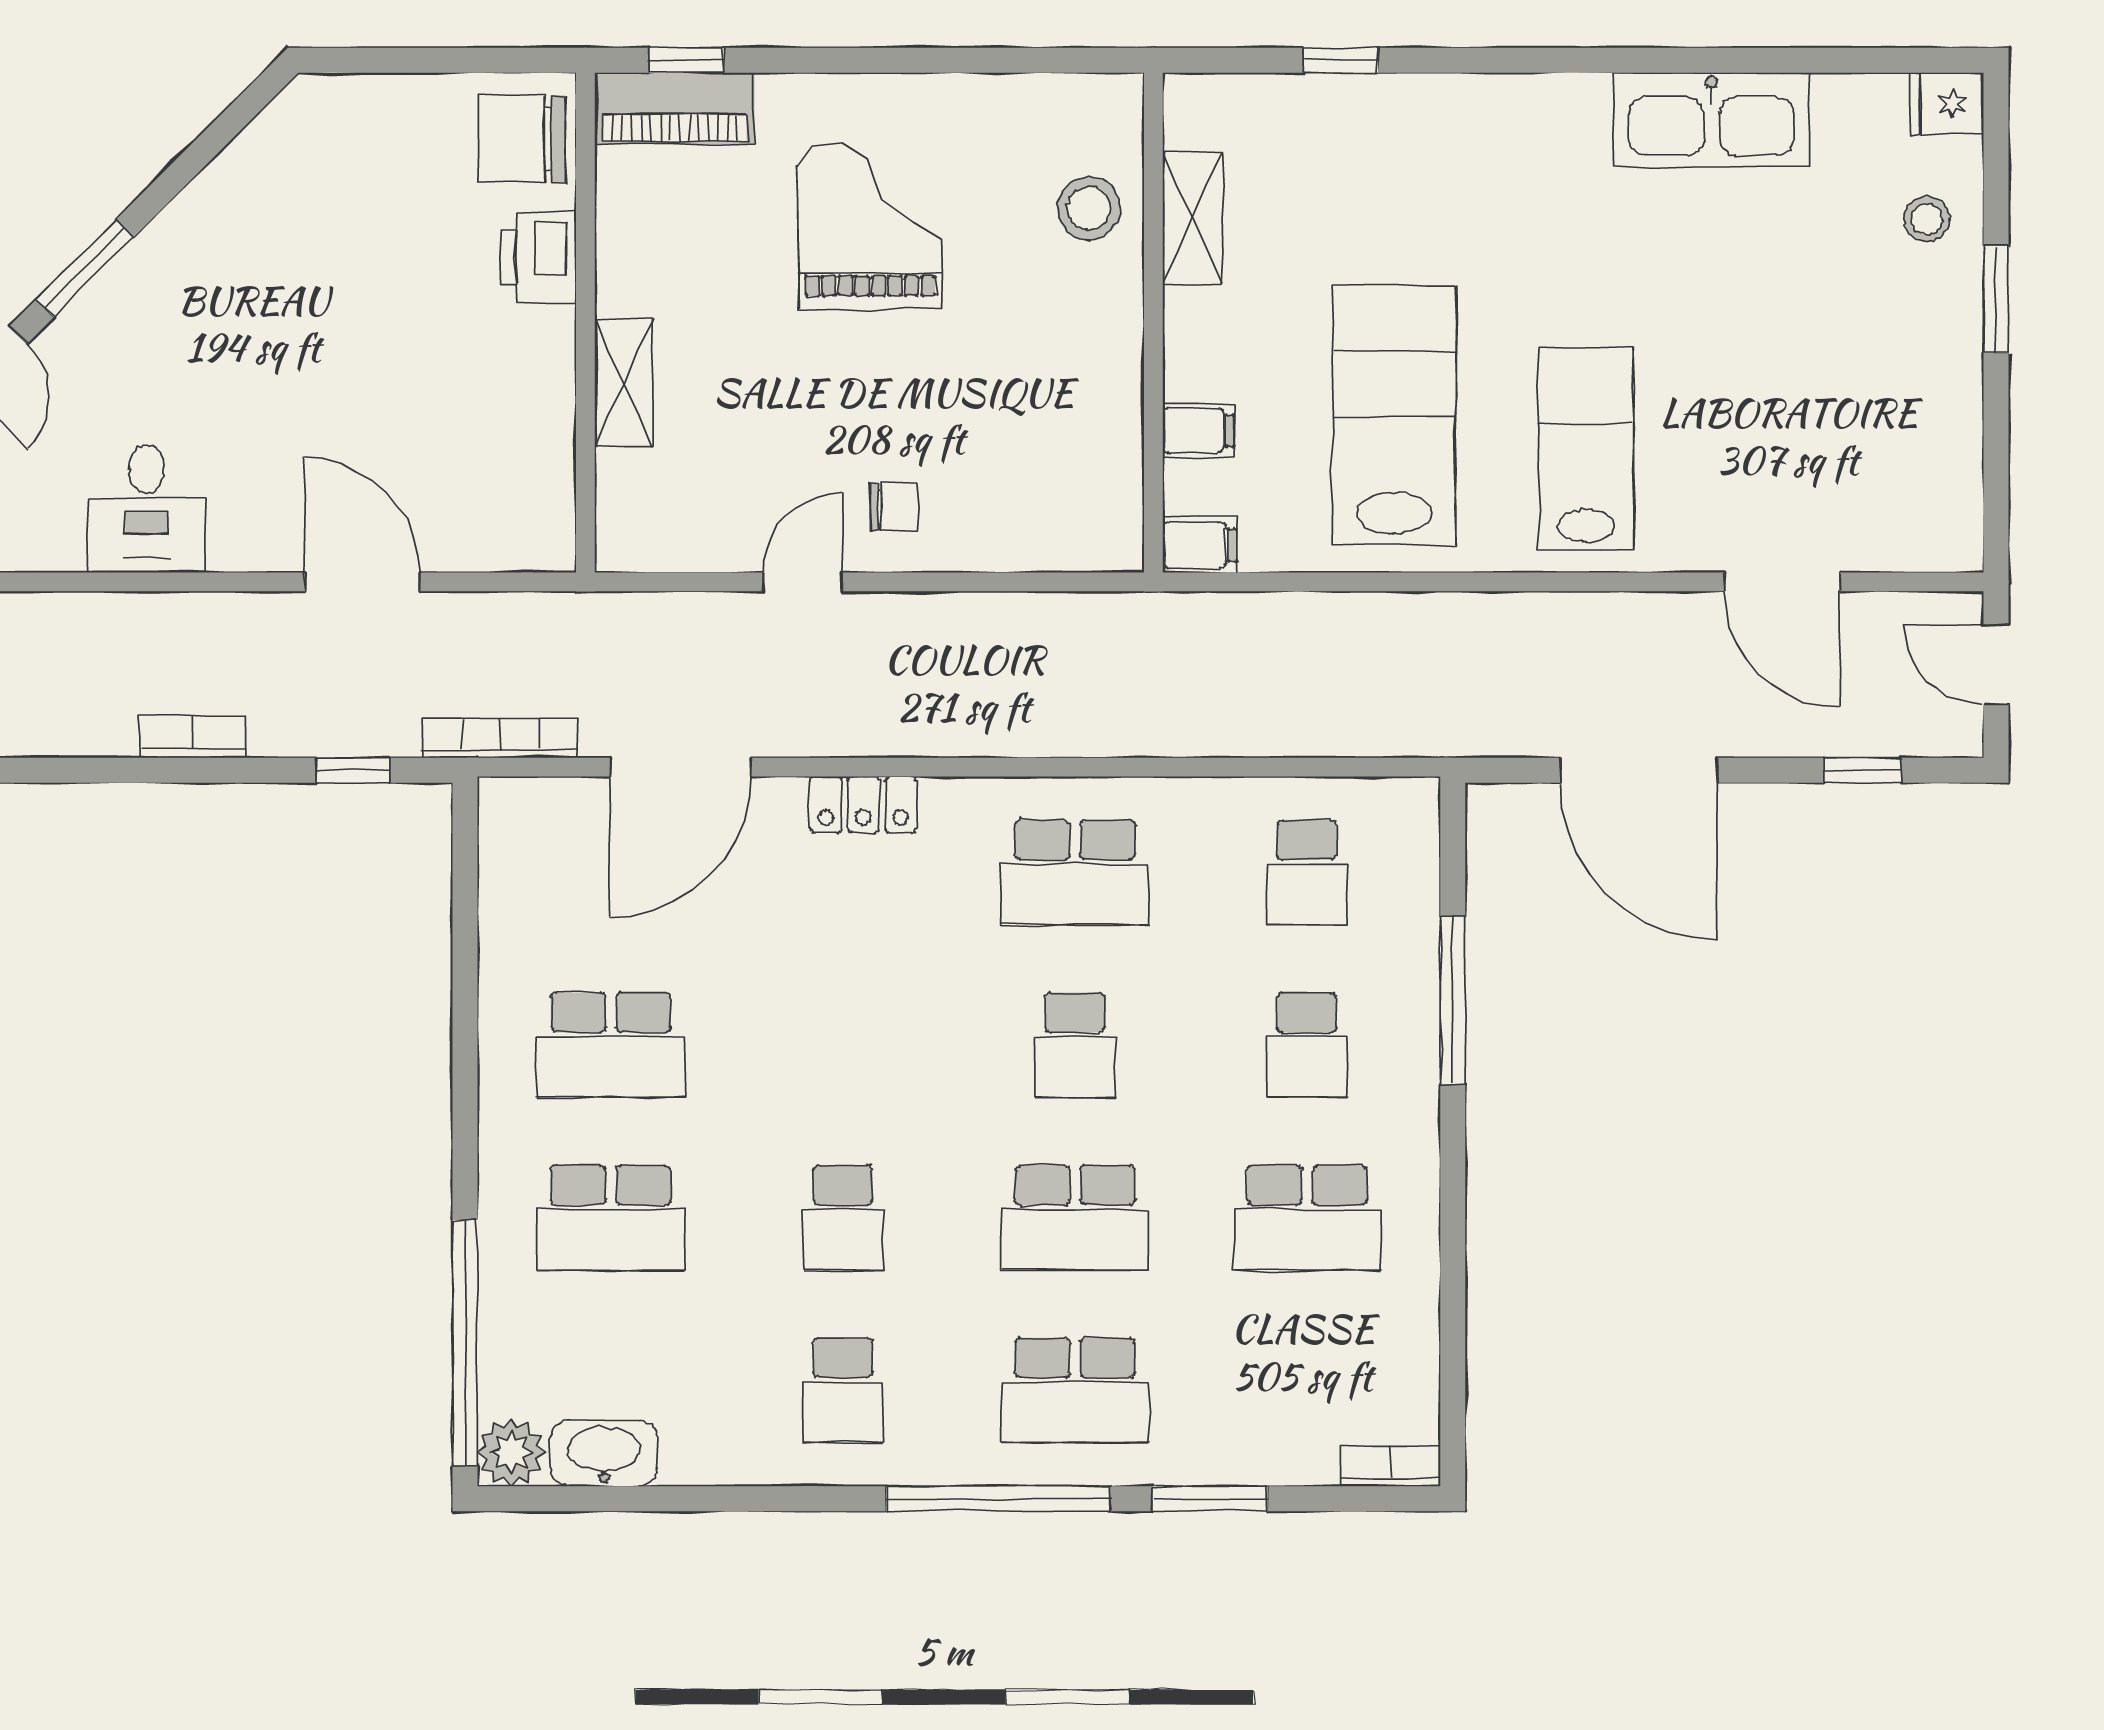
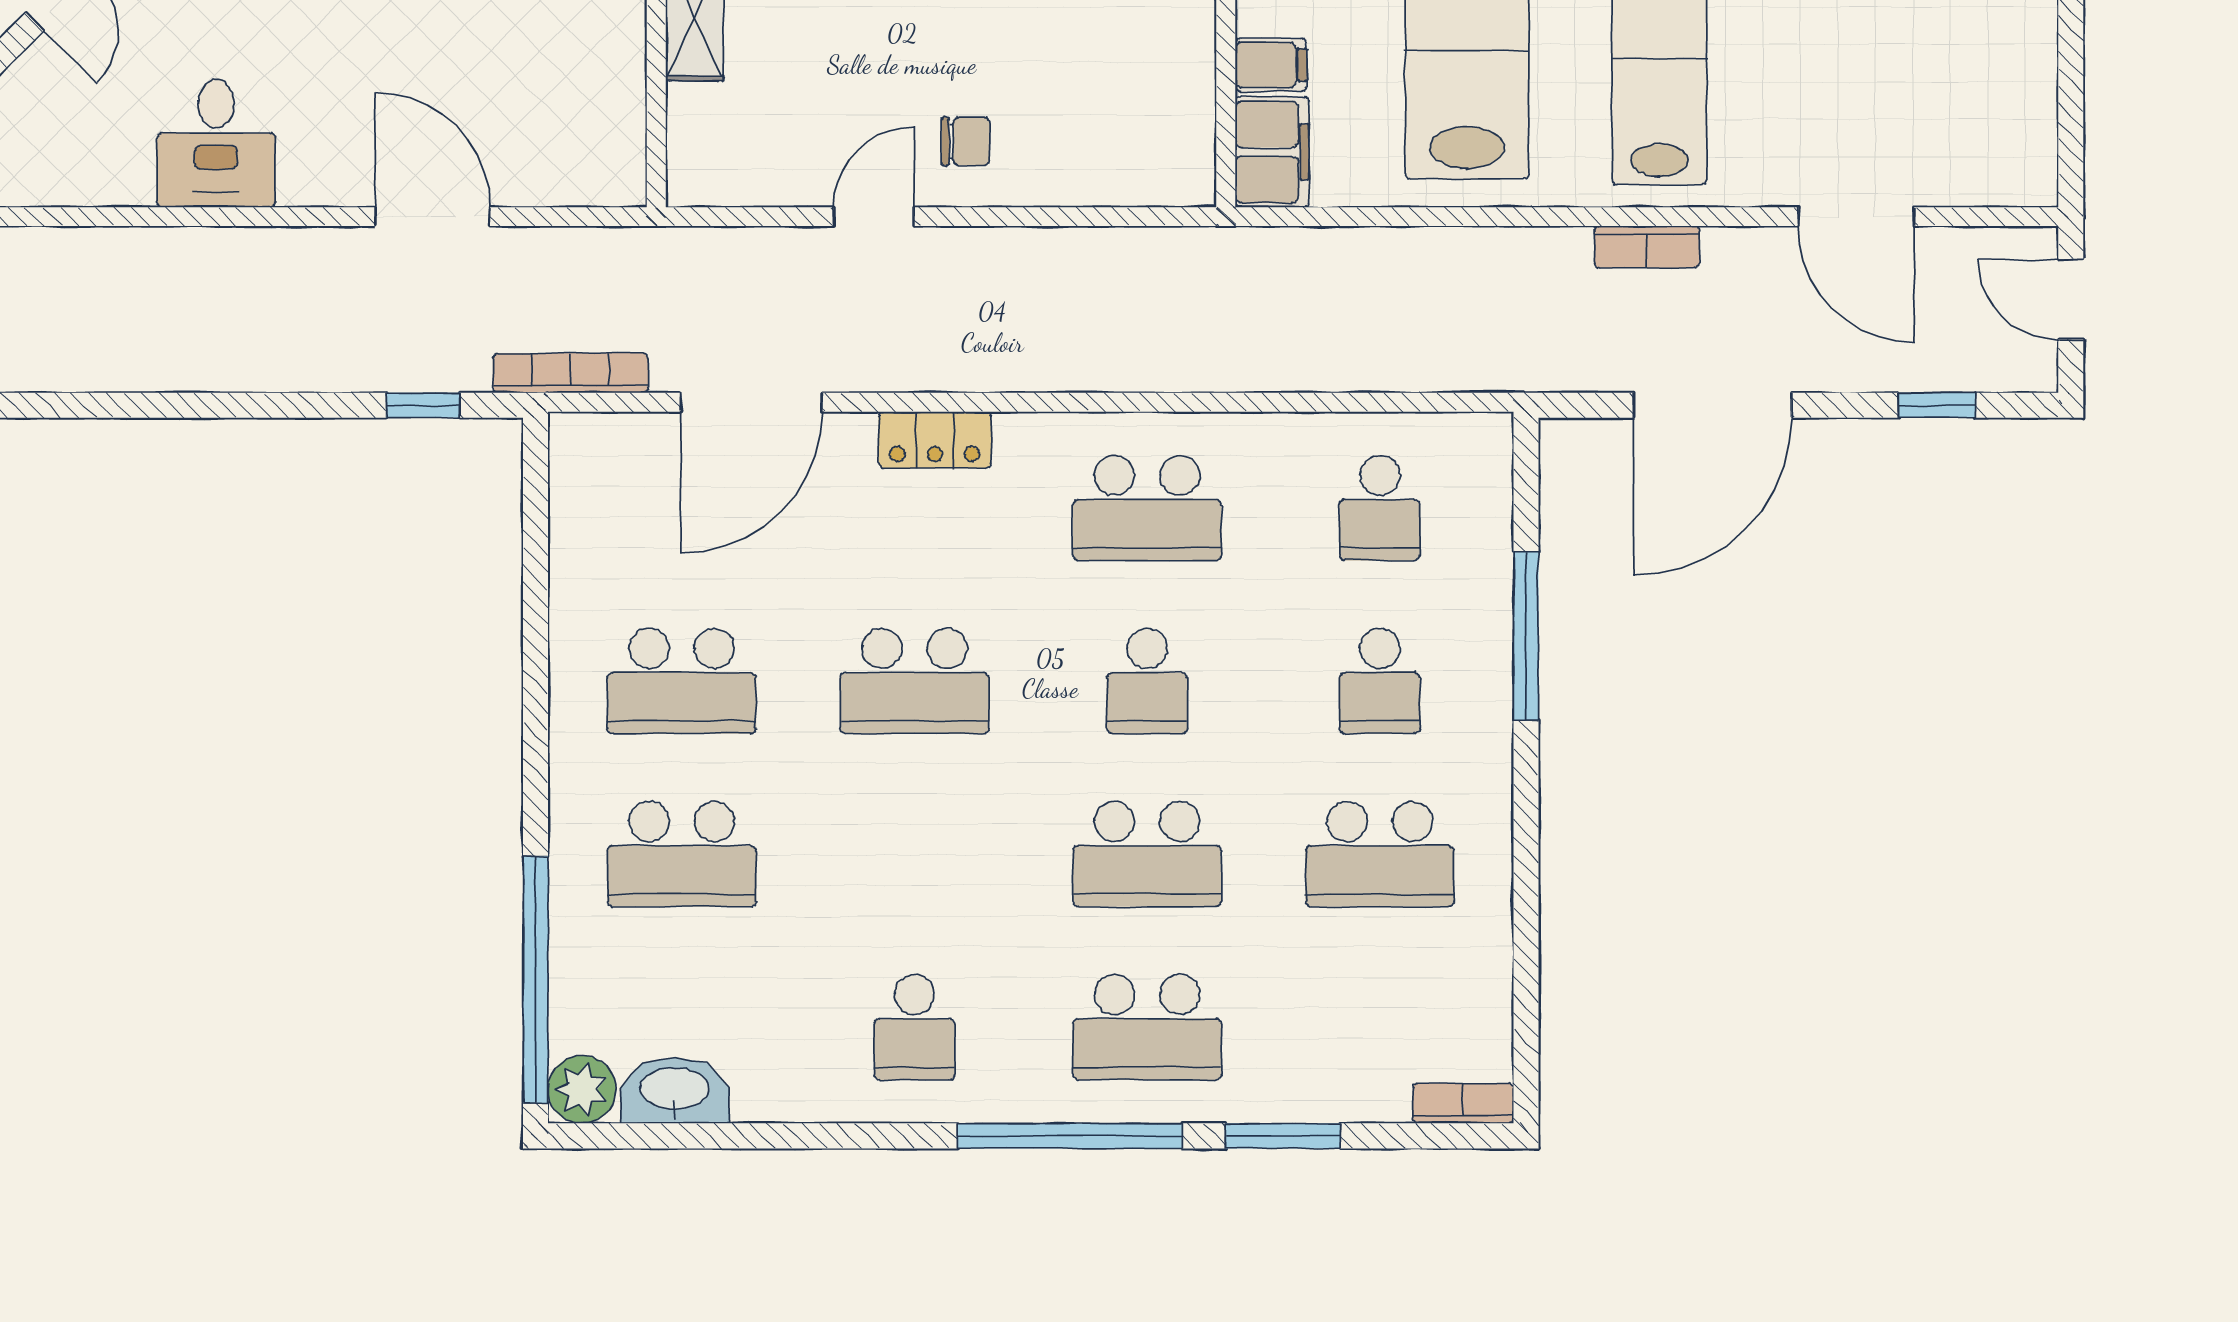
filing cabinet: (1199, 545) -> (1272, 152), width x2.00
bookcase: (192, 737) -> (1647, 247), moved, turned 180
door: (1639, 770) -> (1713, 405), hinge flipped
school desk: (843, 1218) -> (914, 681), moved, width x1.85

